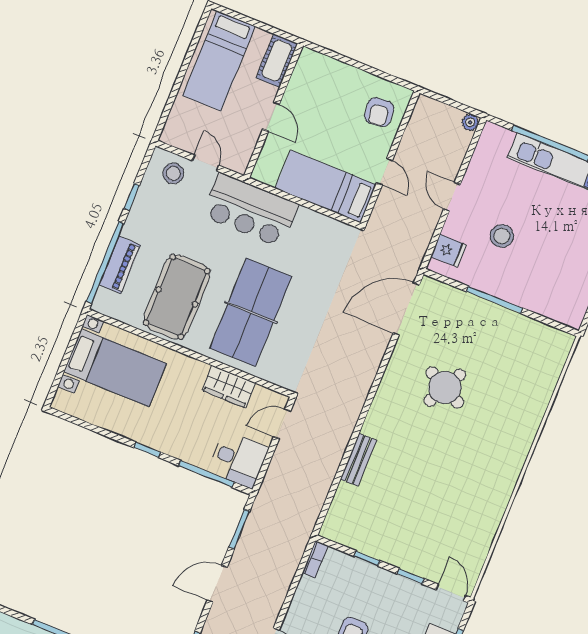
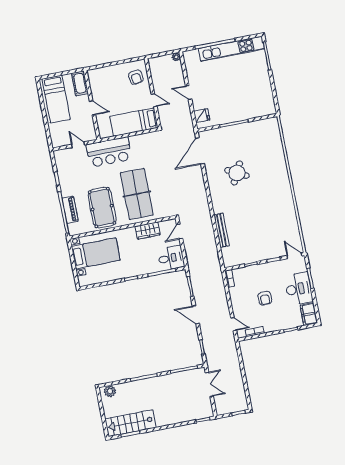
stool: (173, 173) -> (68, 158), removed
stool: (502, 236) -> (220, 95), removed
bench: (358, 460) -> (222, 230), width x1.36
door: (217, 584) -> (196, 315), hinge flipped

